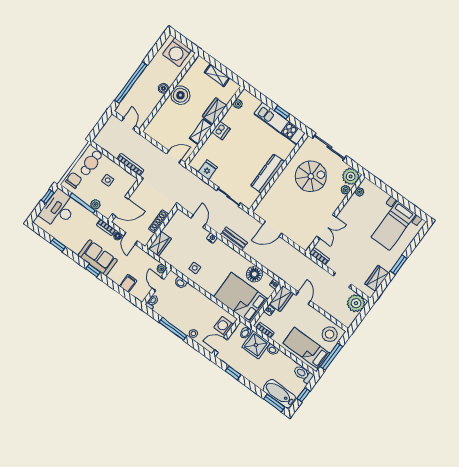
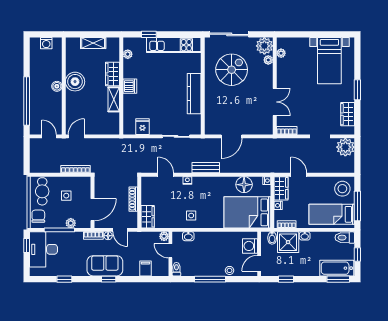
washing machine: (177, 52) -> (46, 43), width x0.53, depth x0.53
window: (282, 112) -> (149, 34), moved
door: (174, 157) -> (76, 136), moved

